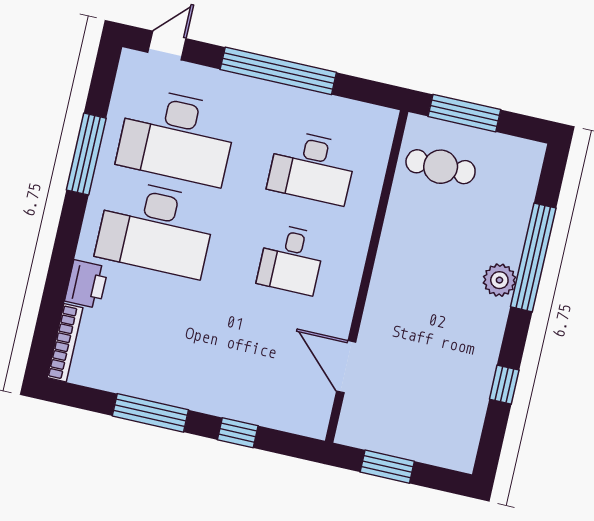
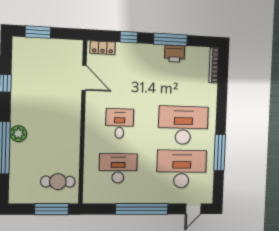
printer: (86, 284) -> (175, 54), moved, turned -90
locker: (296, 421) -> (103, 48), added
window: (387, 467) -> (38, 32), moved

